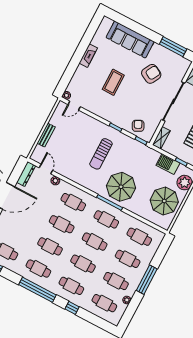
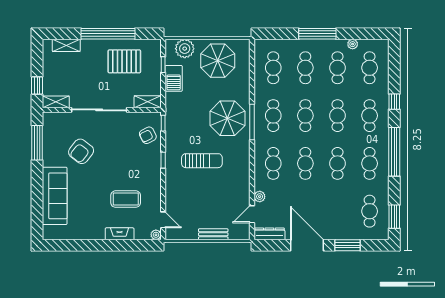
fireplace: (88, 56) -> (120, 234), moved
armchair: (151, 74) -> (81, 151), turned -80
coffee table: (113, 82) -> (126, 199), moved

